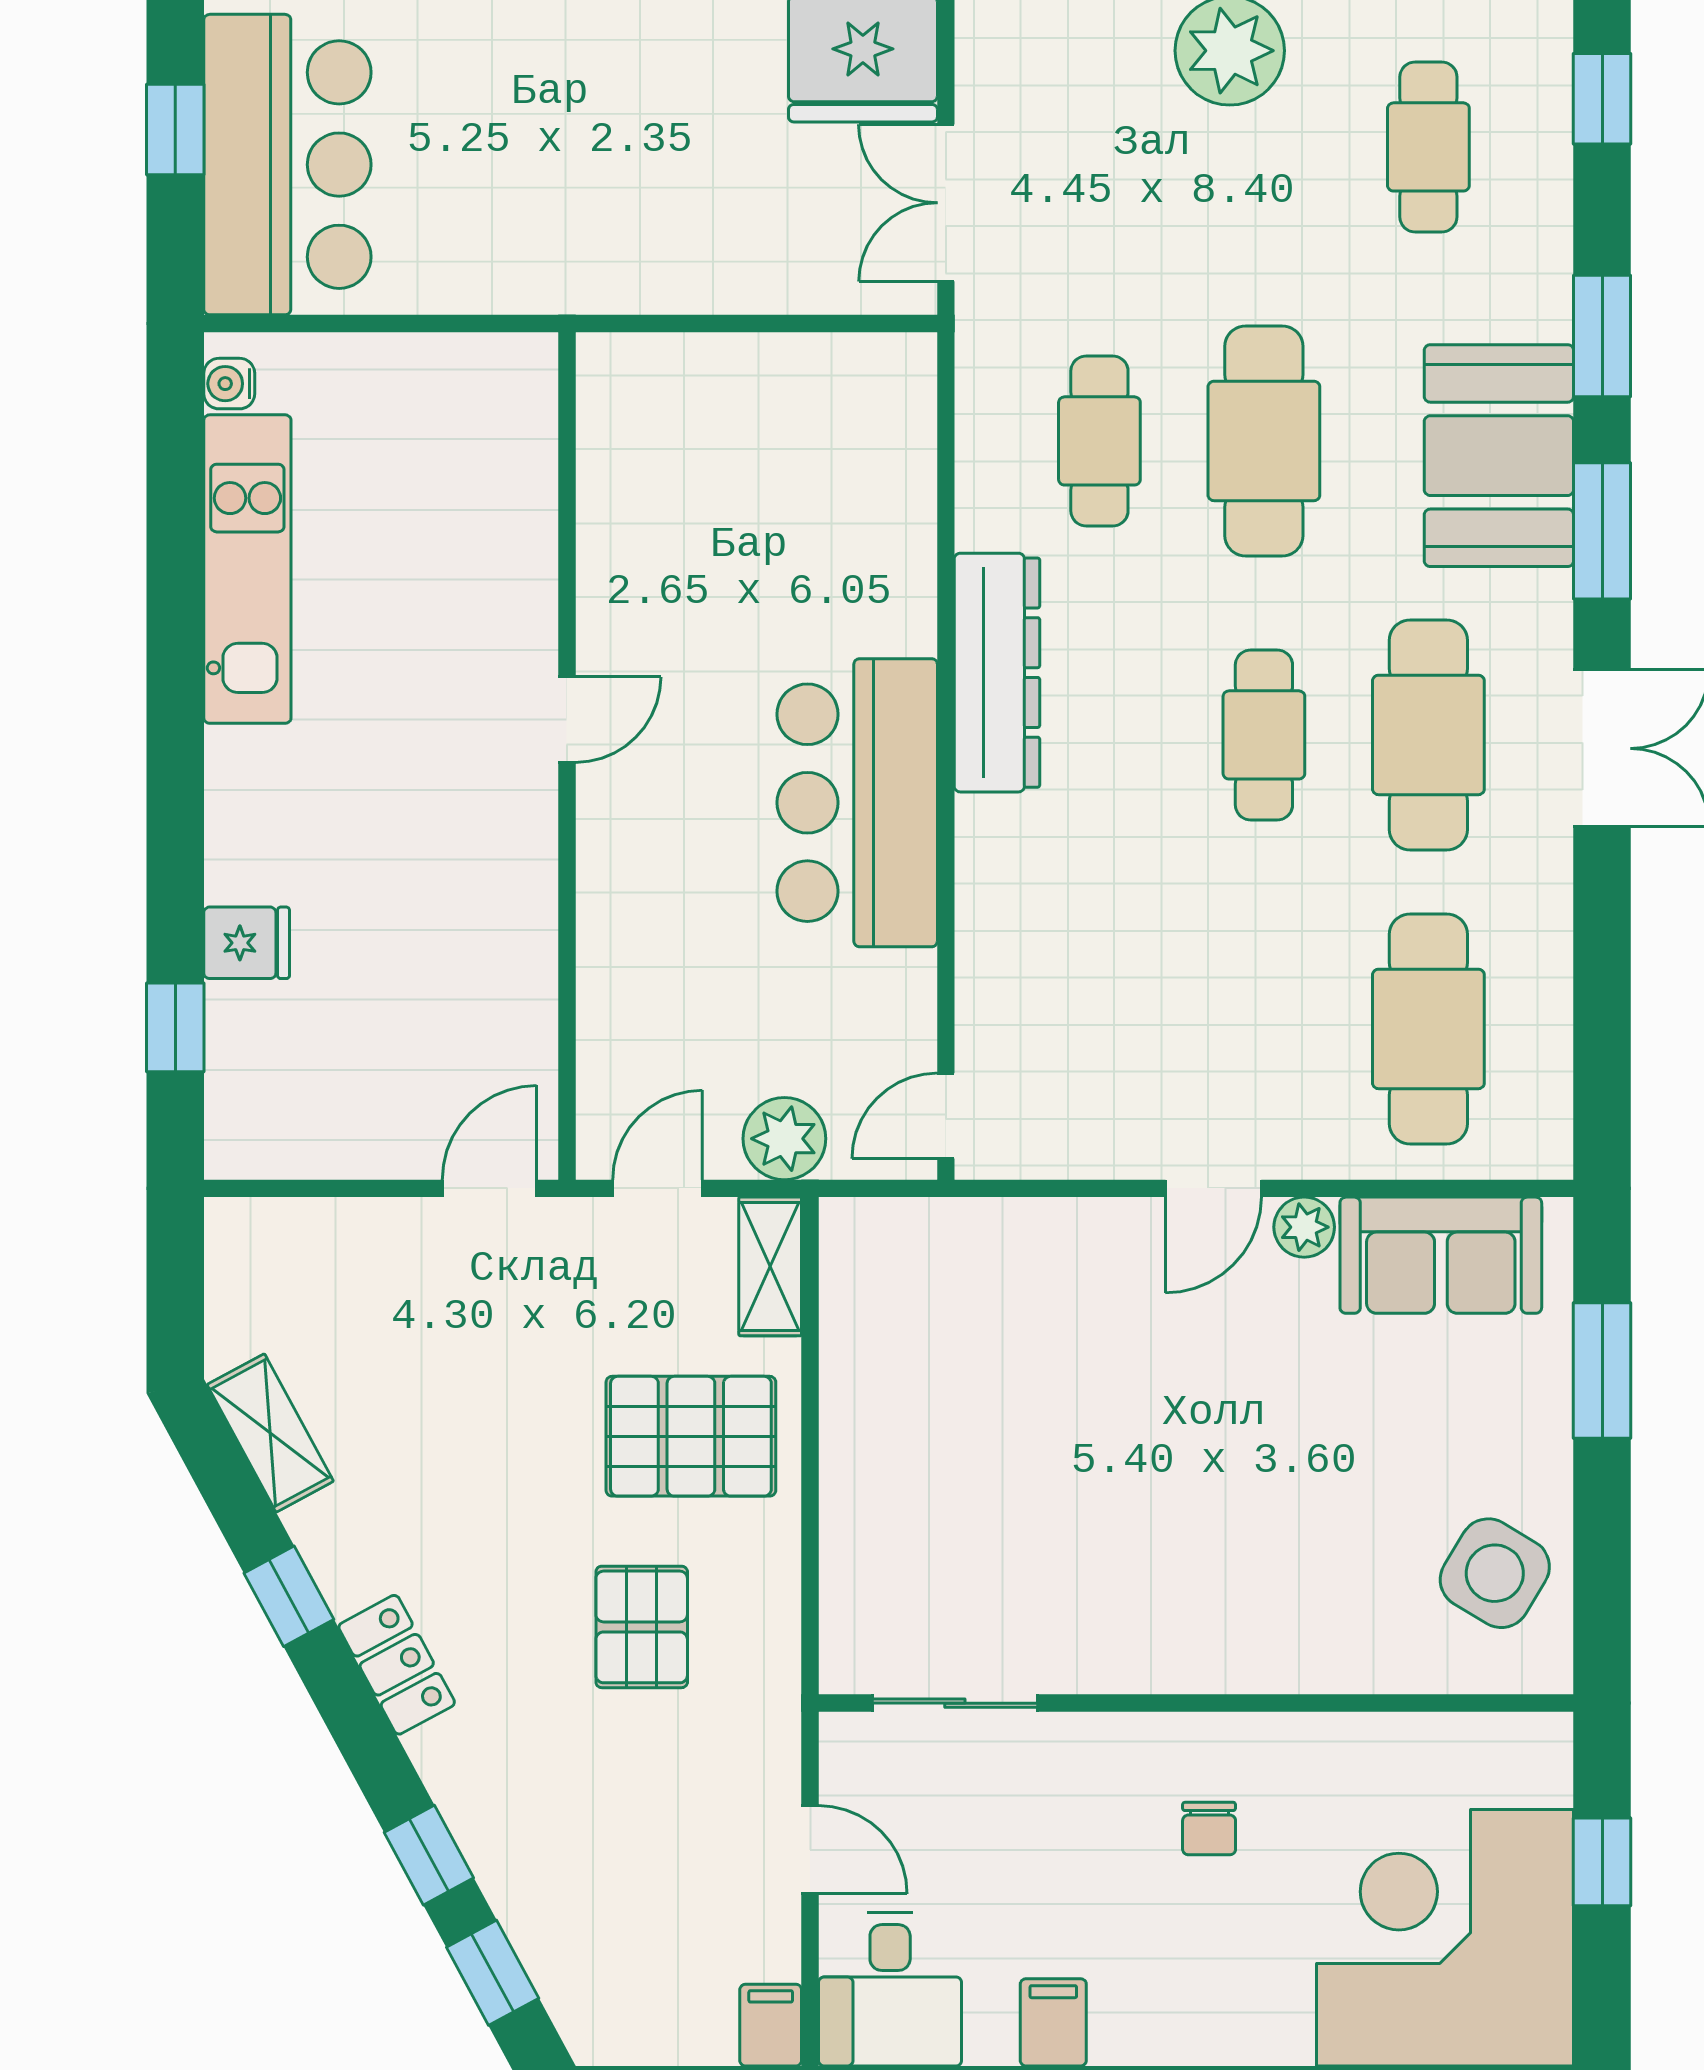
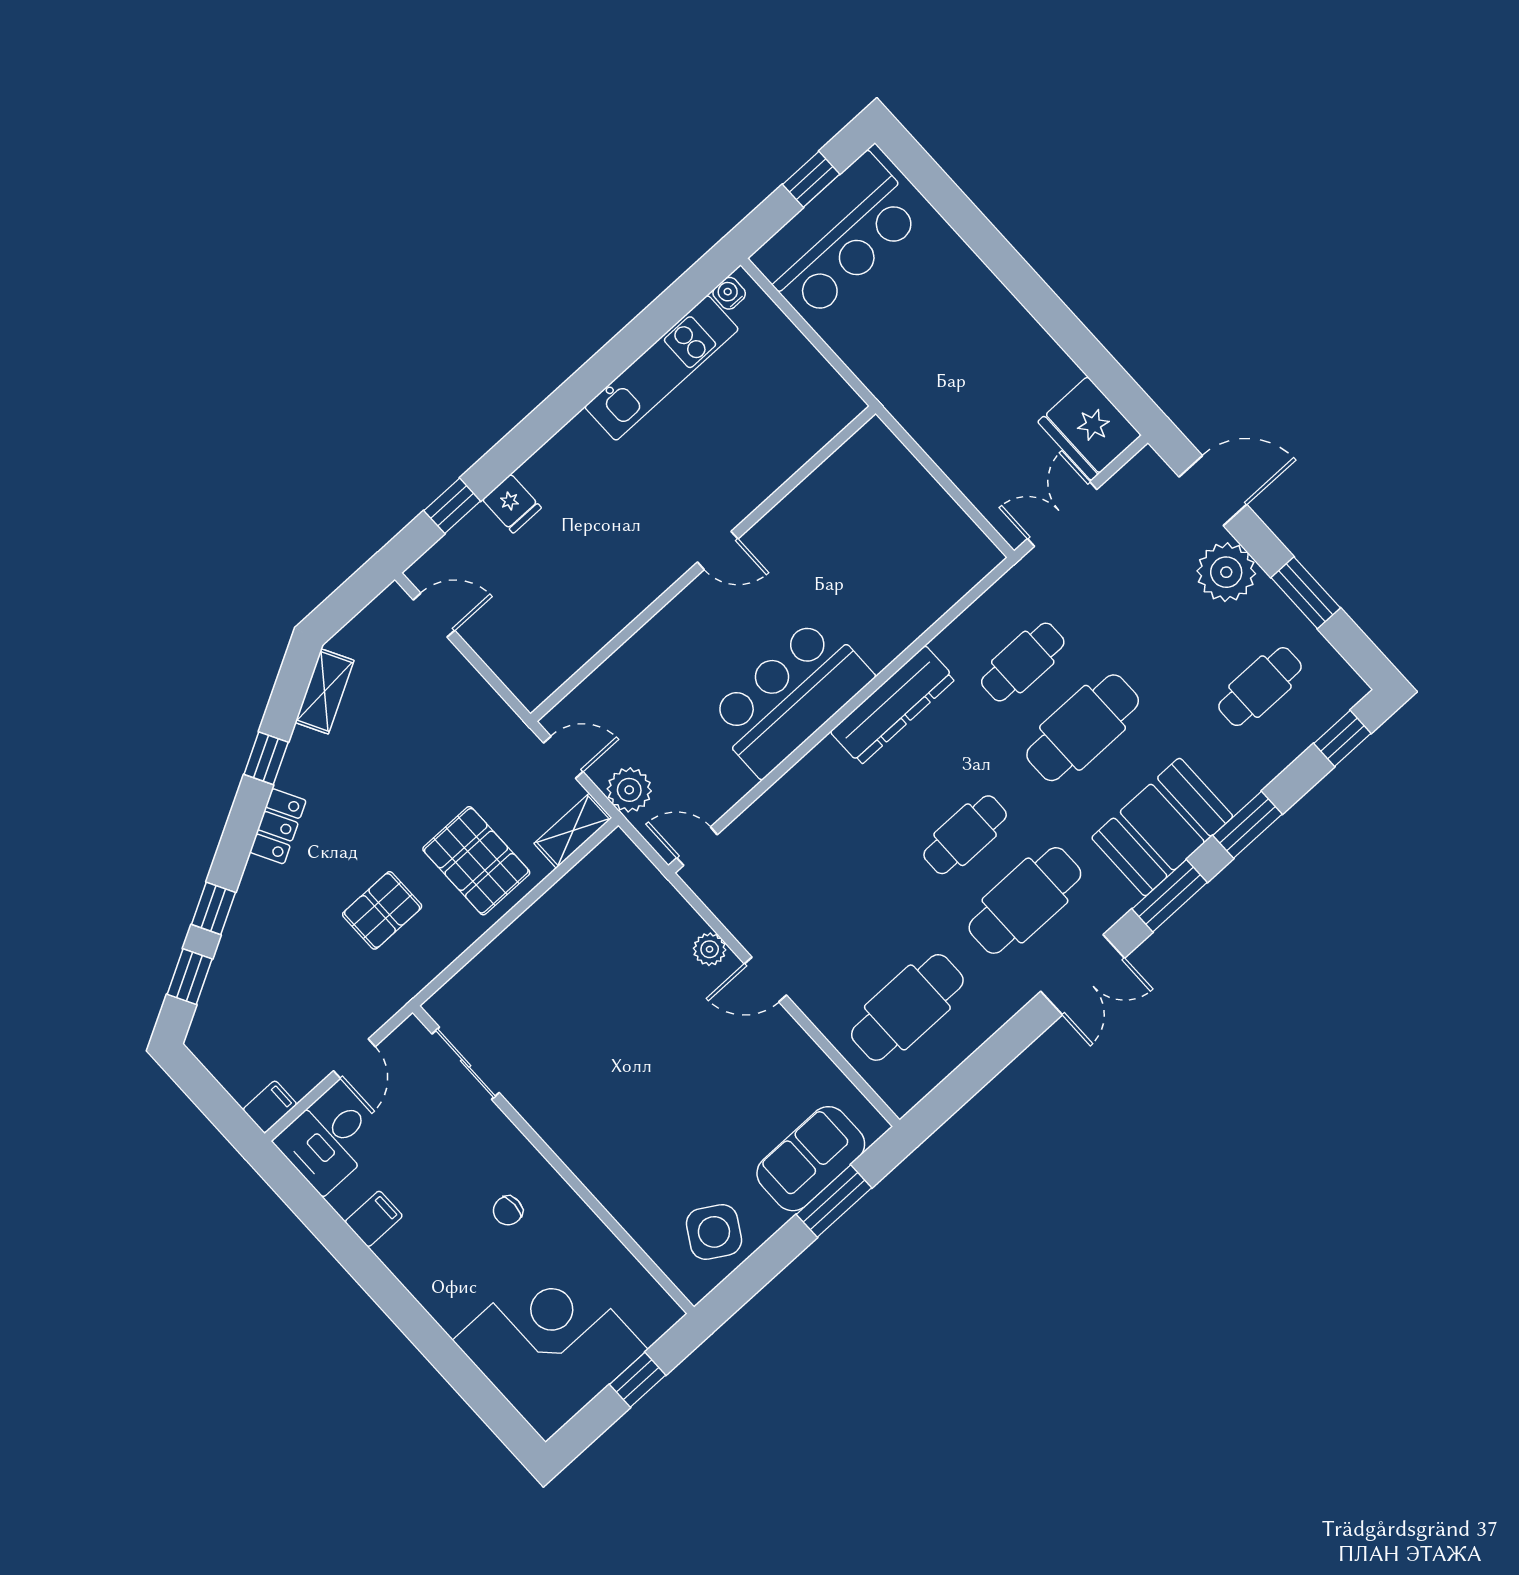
door: (490, 1188) -> (434, 615), moved
plant: (1304, 1227) -> (710, 949), moved
sofa: (1441, 1255) -> (811, 1159), moved, turned 90

